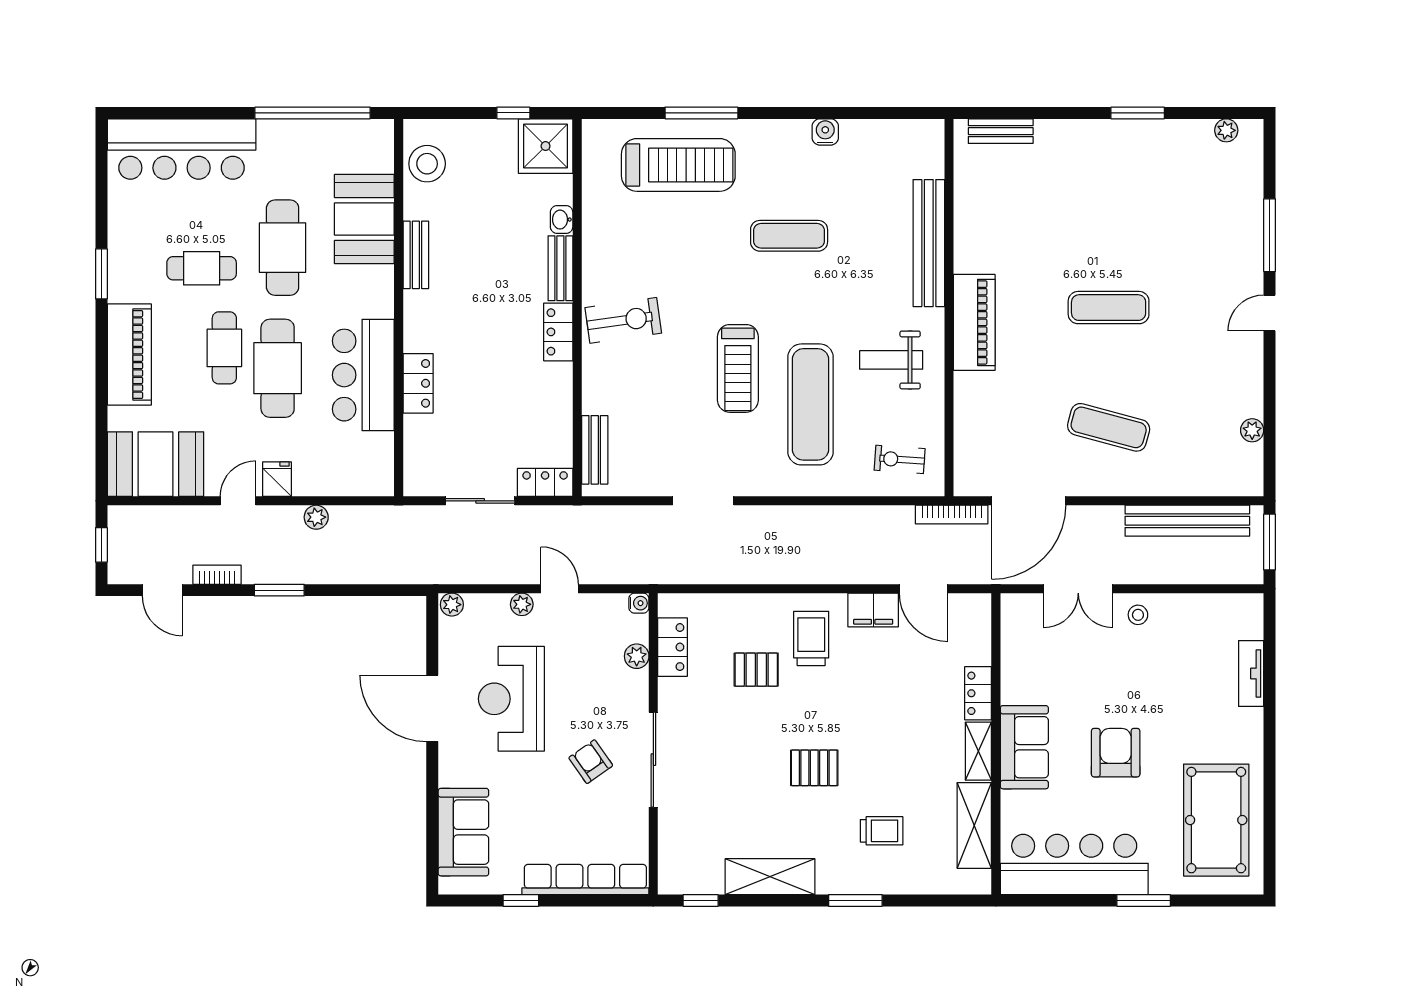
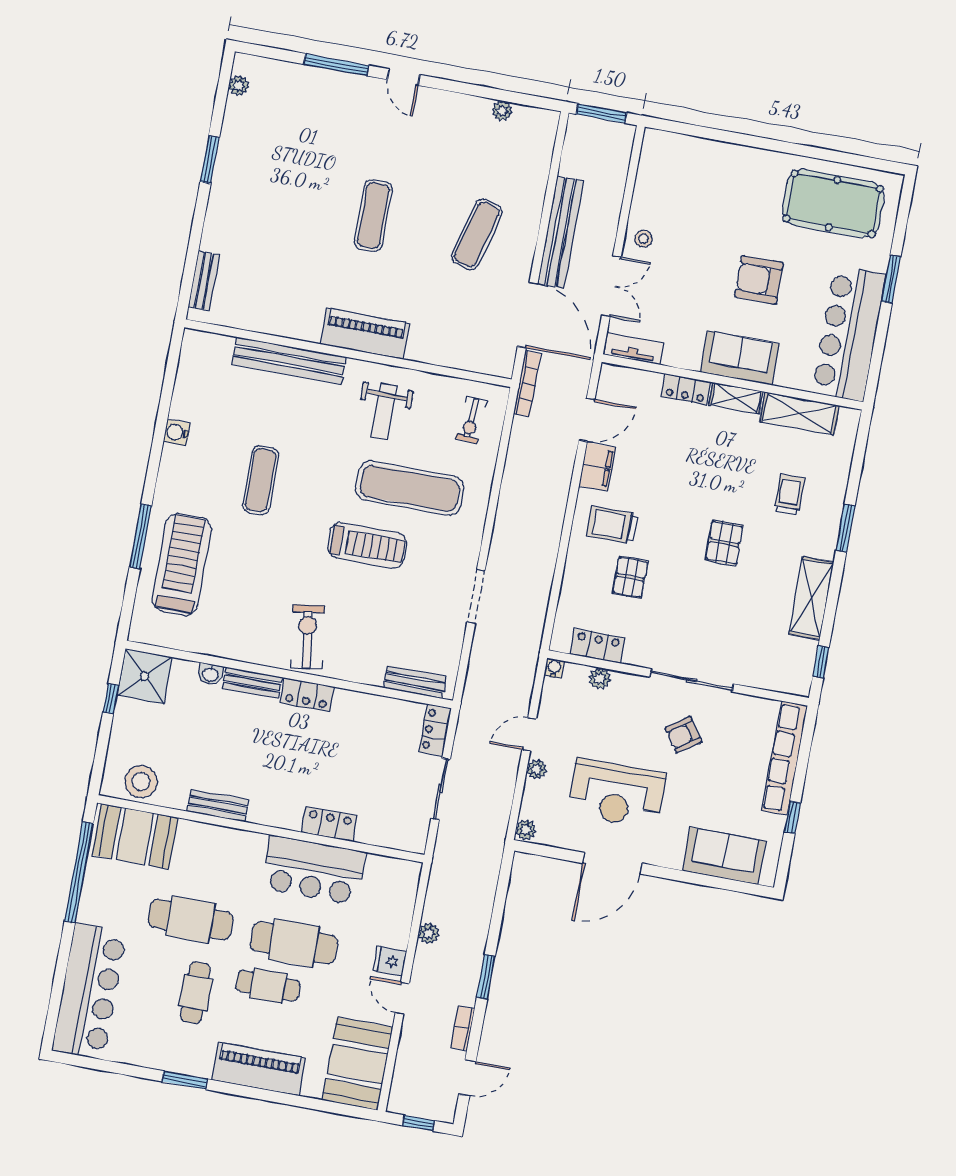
booth: (364, 219) -> (135, 836), moved
bench: (1187, 521) -> (561, 232), moved
tv unit: (1251, 673) -> (633, 349), moved, turned 180

